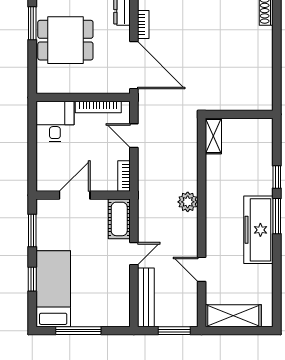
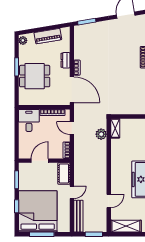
plant: (188, 202) -> (101, 134), moved
door: (202, 269) -> (109, 201), swing flipped
bed: (53, 289) -> (38, 211), width x2.04

